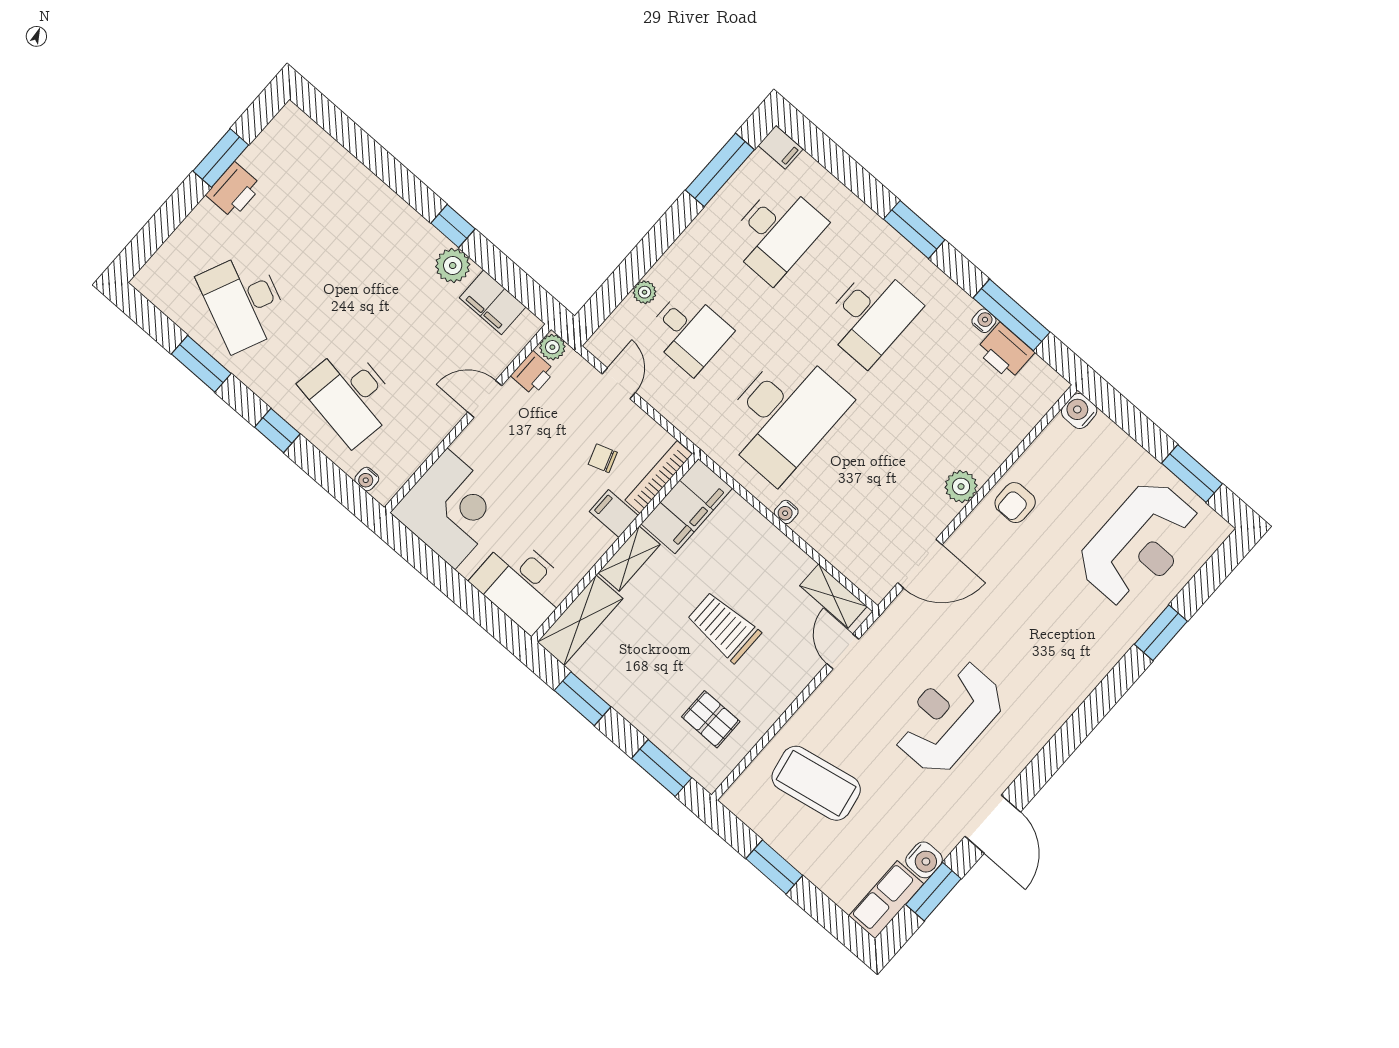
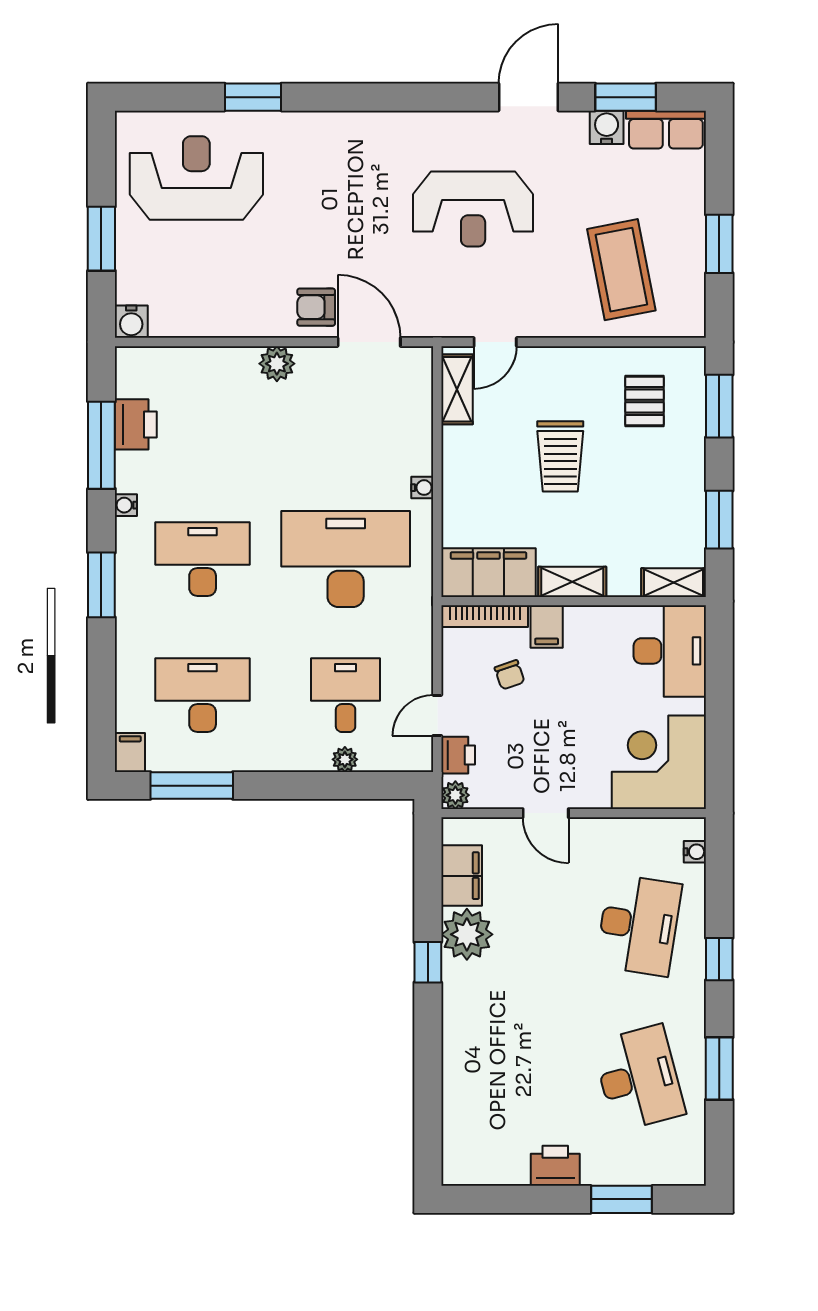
window: (221, 158) -> (621, 1199), moved
plant: (453, 266) -> (467, 934), width x1.36, depth x1.36
desk: (244, 302) -> (639, 1078), turned -39
water cooler: (984, 321) -> (126, 505), moved
printer: (533, 373) -> (458, 755), moved, turned 90
window: (1192, 473) -> (101, 239), moved
armchair: (1015, 503) -> (316, 307), moved, turned 180
shelving: (580, 620) -> (674, 583), width x0.67, depth x0.75

